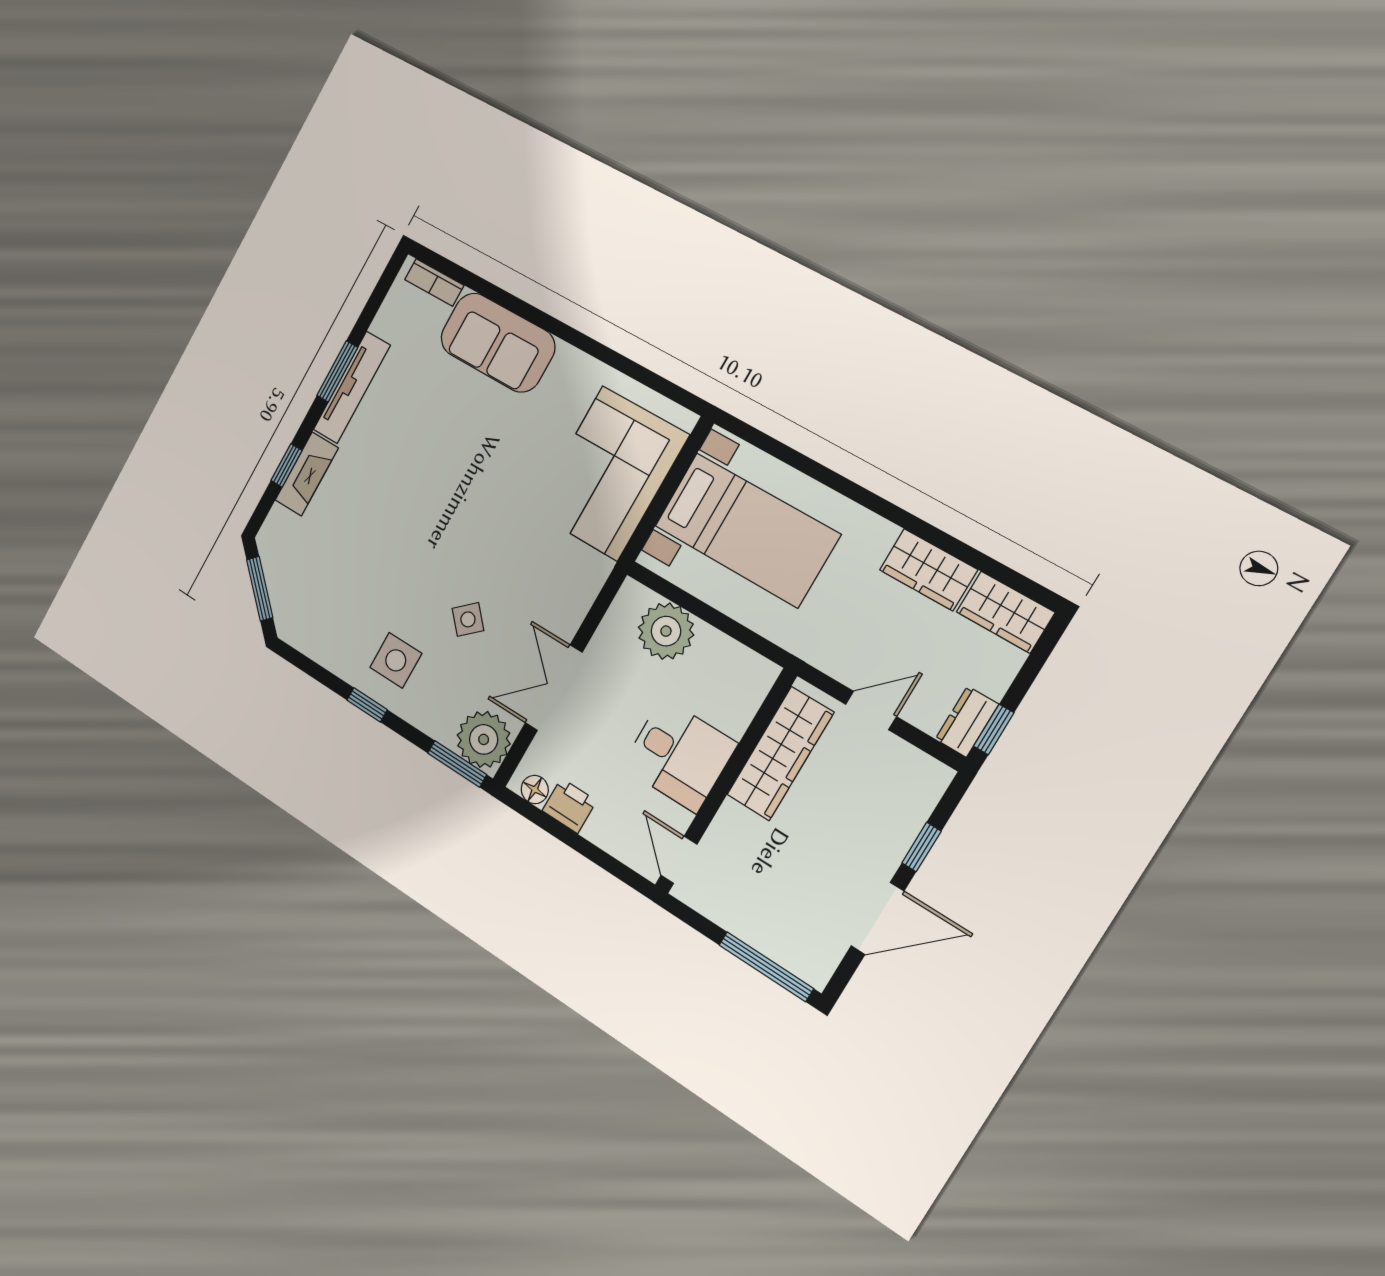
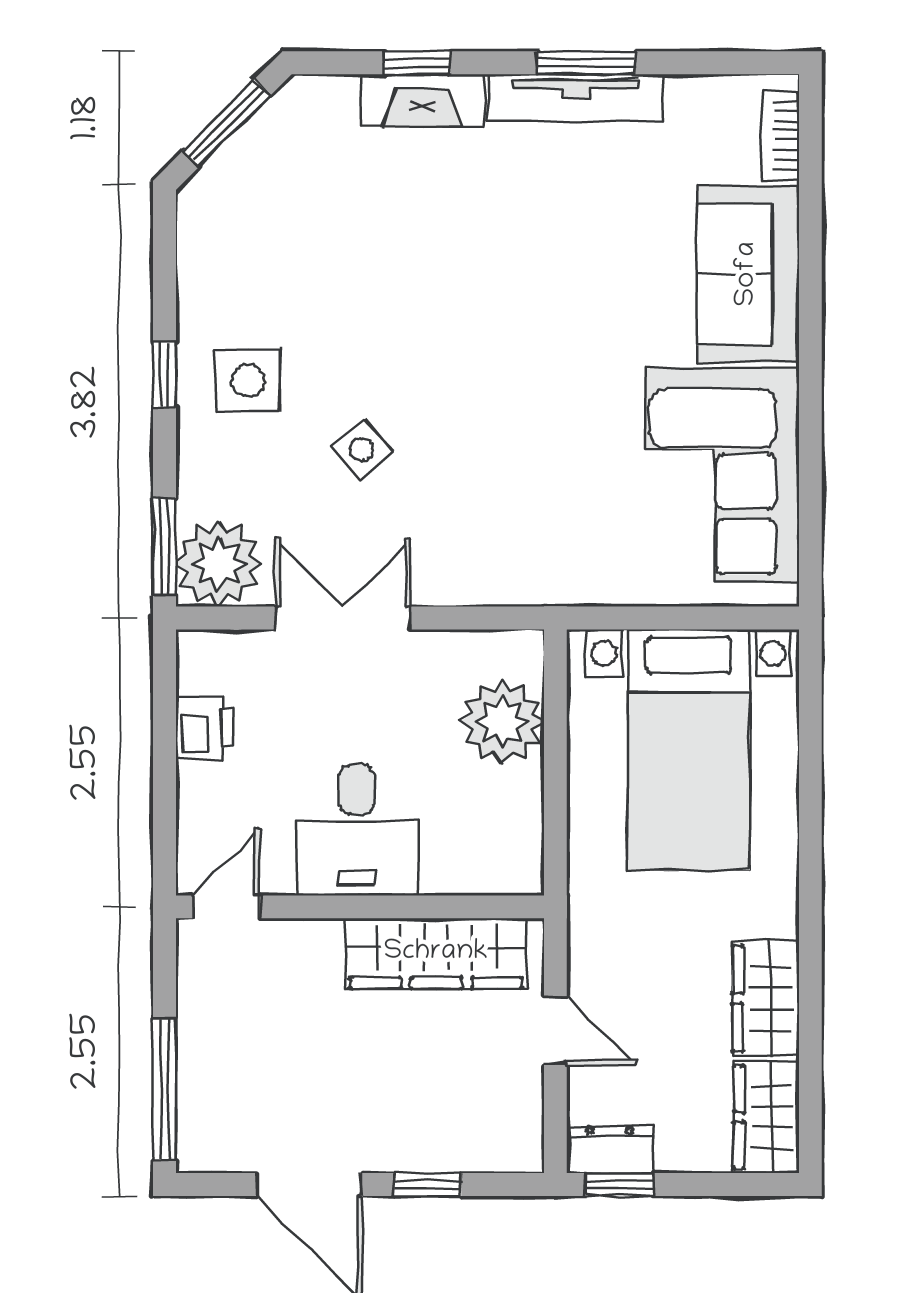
corner sofa: (610, 473) -> (723, 474), moved, turned -90
floor lamp: (535, 790) -> (197, 670), removed

